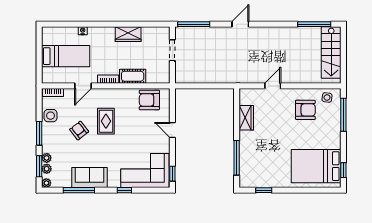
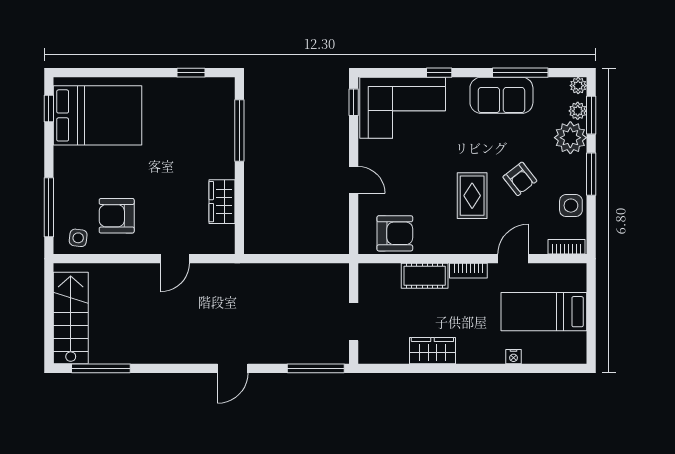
plant: (47, 158) -> (570, 138), width x1.88, depth x1.88

